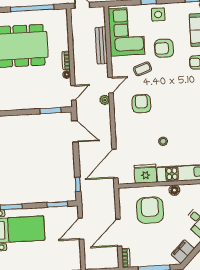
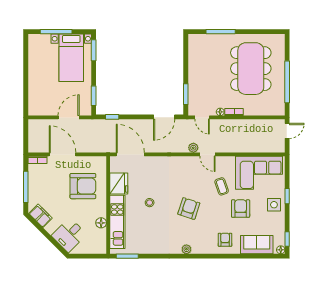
bench: (101, 45) -> (247, 147), removed
armchair: (141, 104) -> (189, 208), moved, turned -72
floor lamp: (174, 190) -> (101, 223), moved
door: (81, 229) -> (69, 117), hinge flipped

